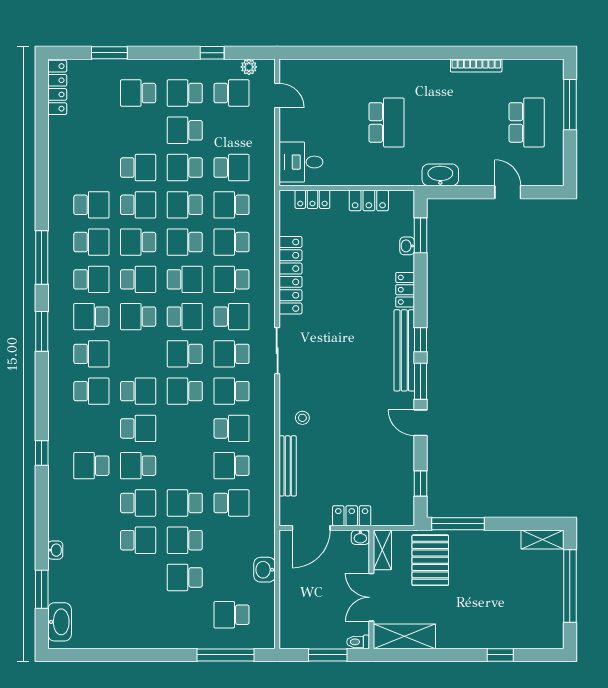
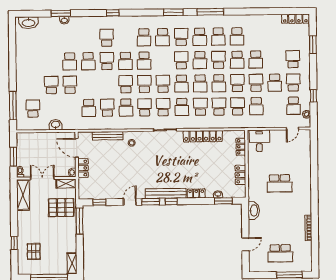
school desk: (185, 130) -> (275, 83), turned 180
school desk: (185, 242) -> (219, 83), turned 180
school desk: (185, 503) -> (126, 84), moved
window: (42, 589) -> (61, 13), moved
pallet: (518, 616) -> (34, 251), added

